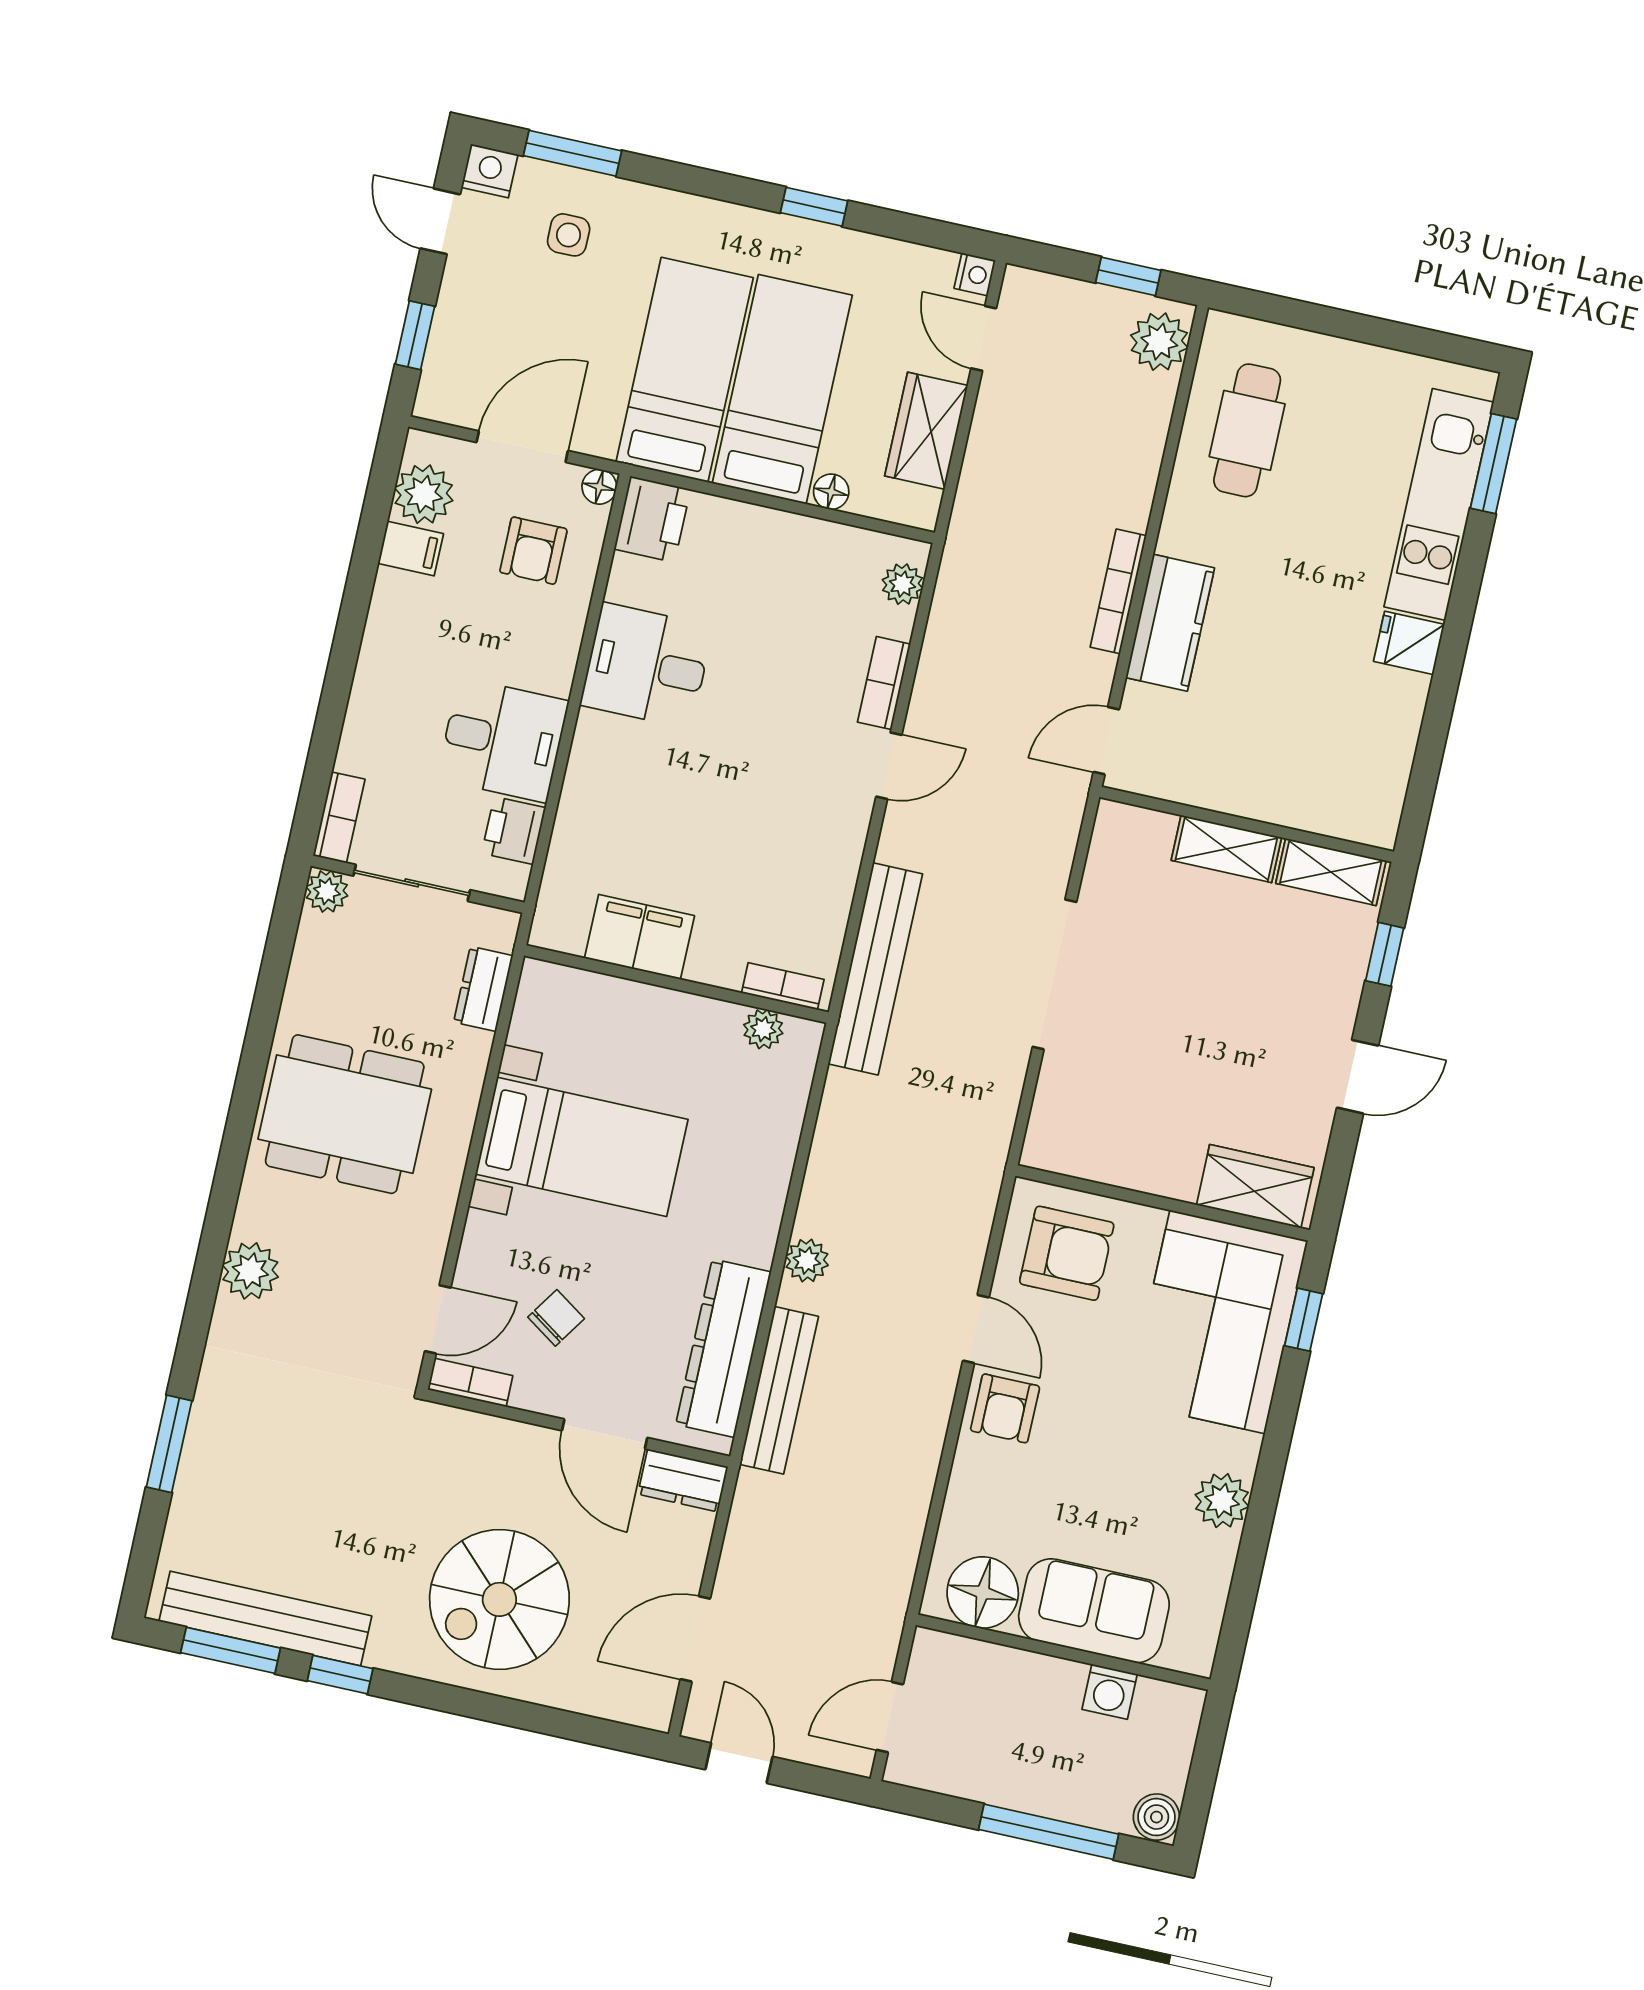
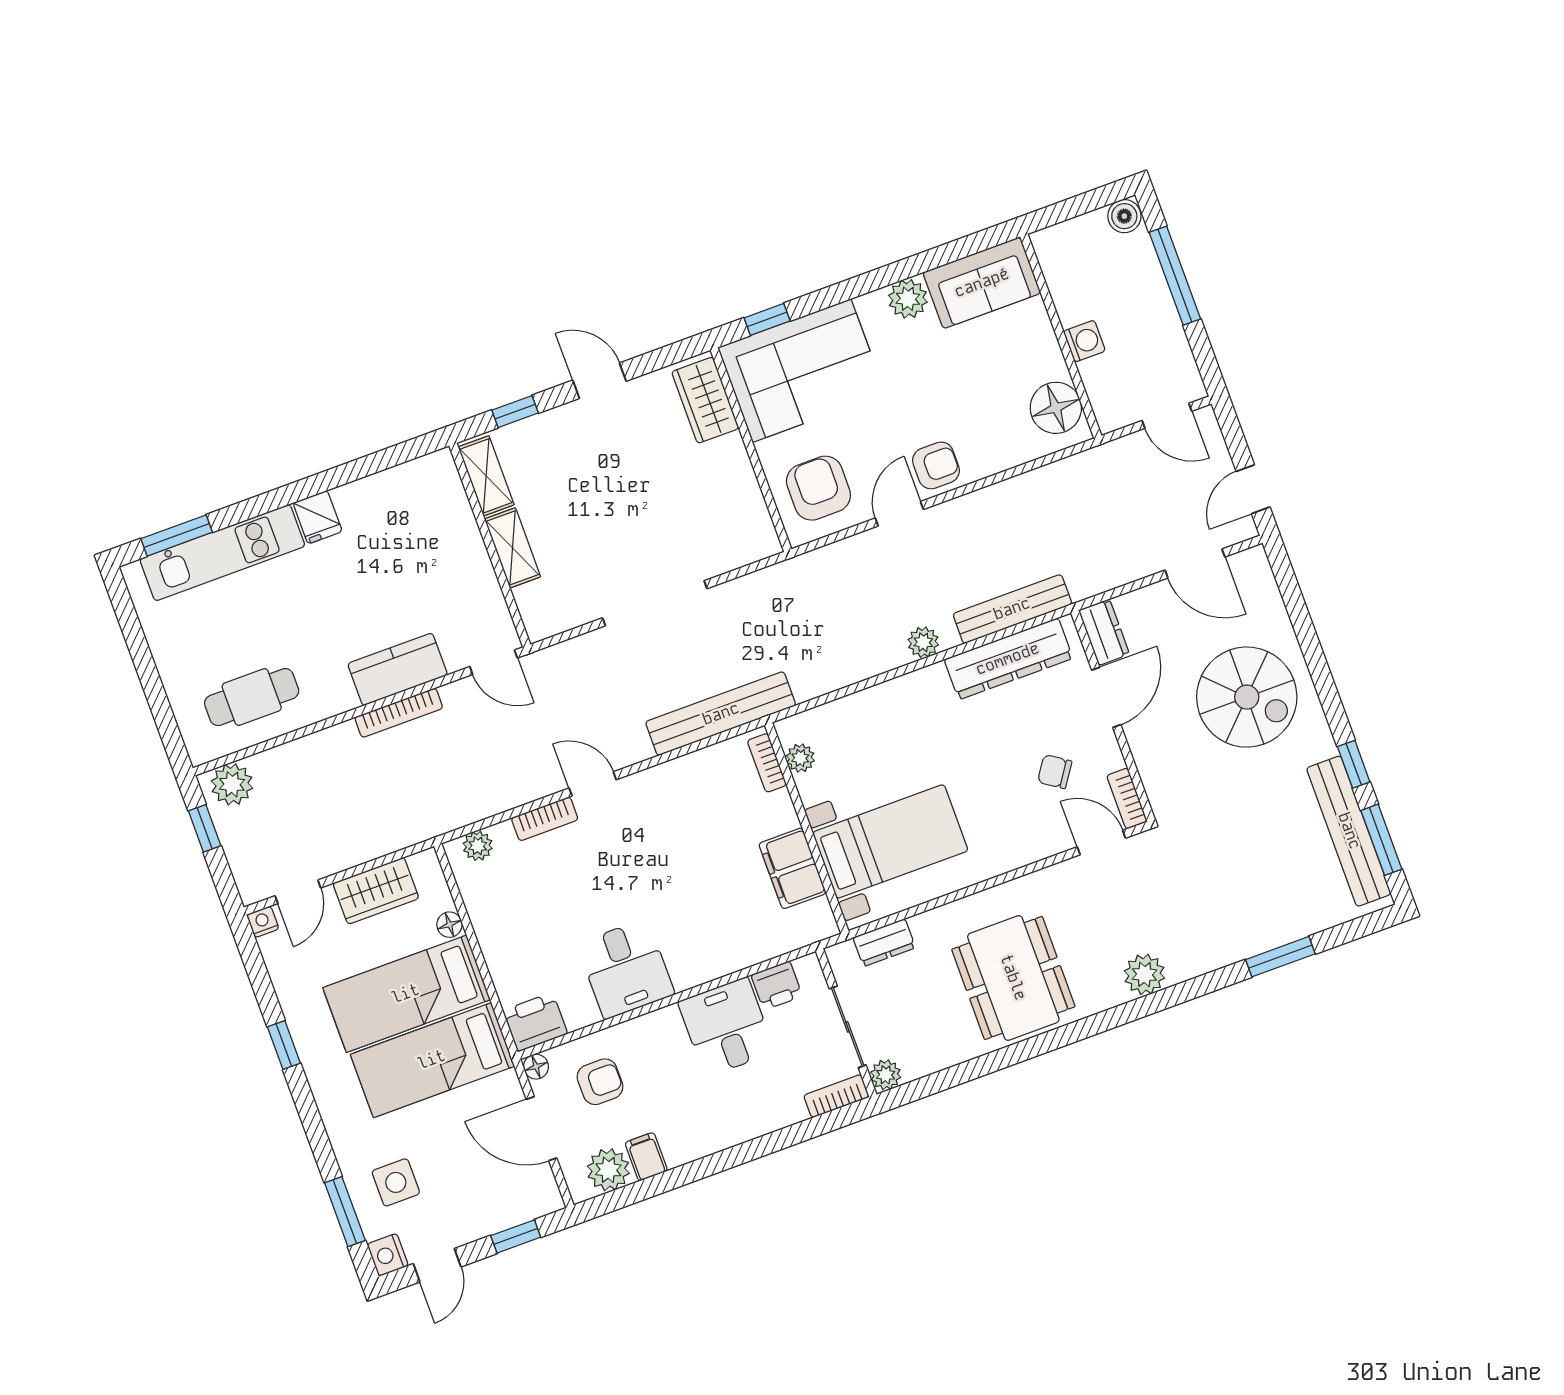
side table: (569, 235) -> (396, 1182), width x1.37, depth x1.37
bed with nightstands: (582, 1147) -> (890, 841), moved, turned 90
sofa: (1094, 1611) -> (982, 283), moved, turned -90
washing machine: (1110, 1692) -> (1084, 341), moved

